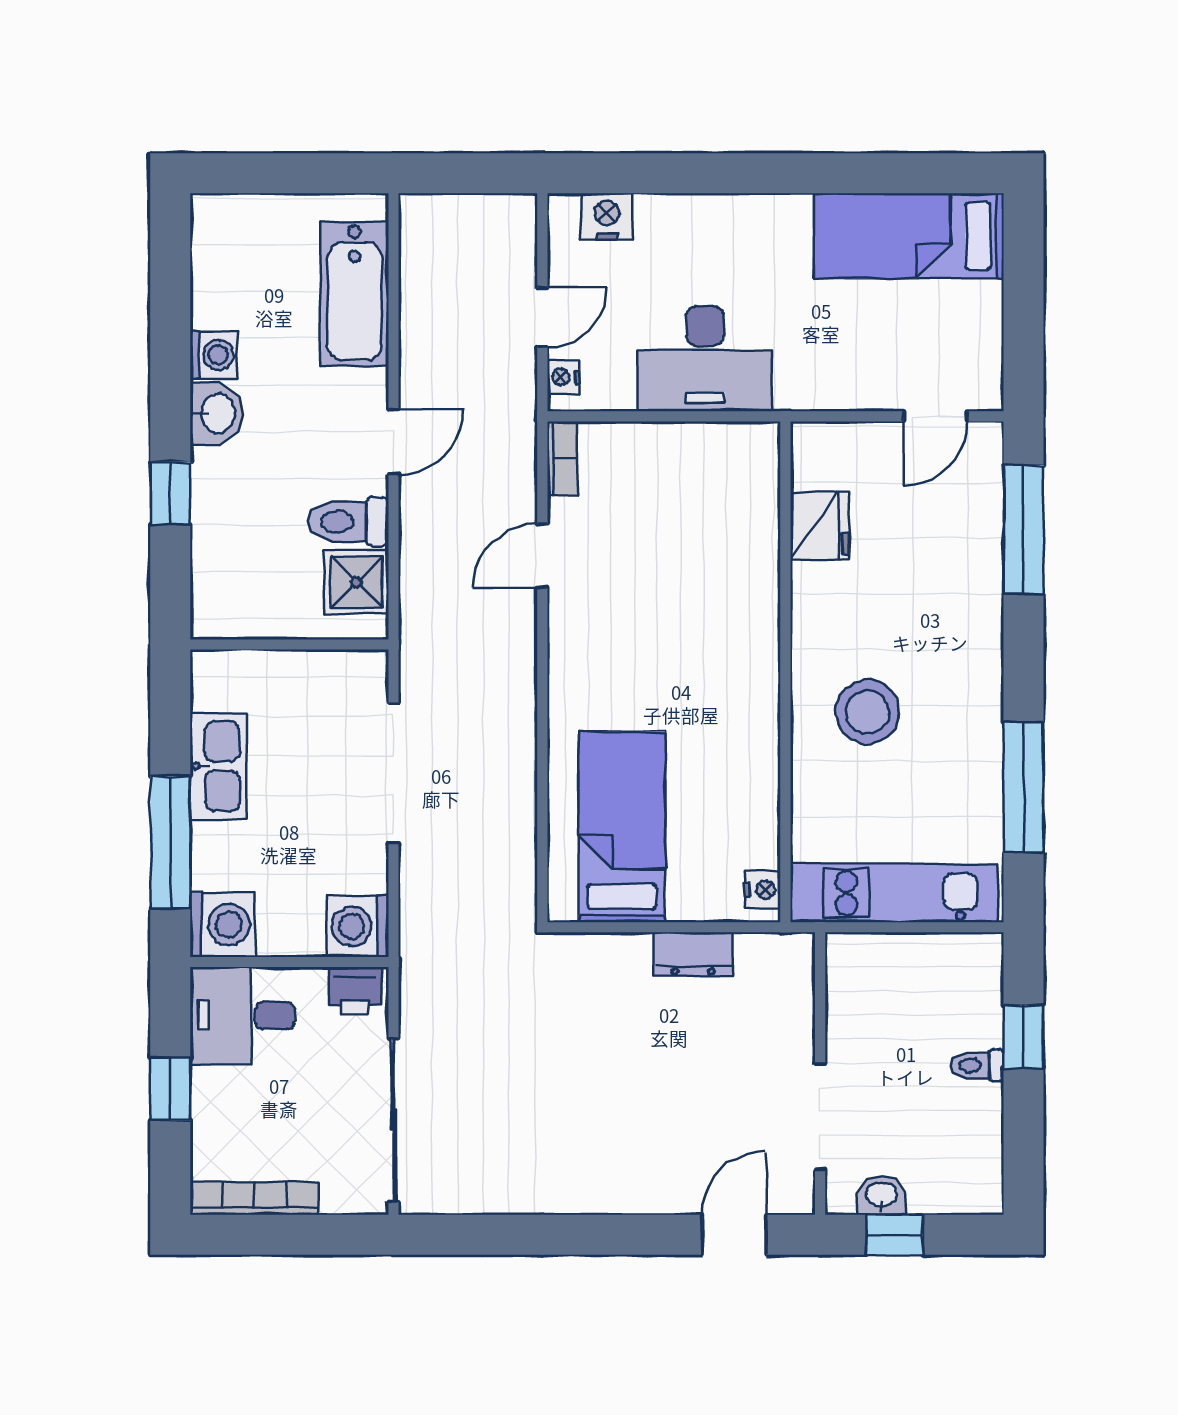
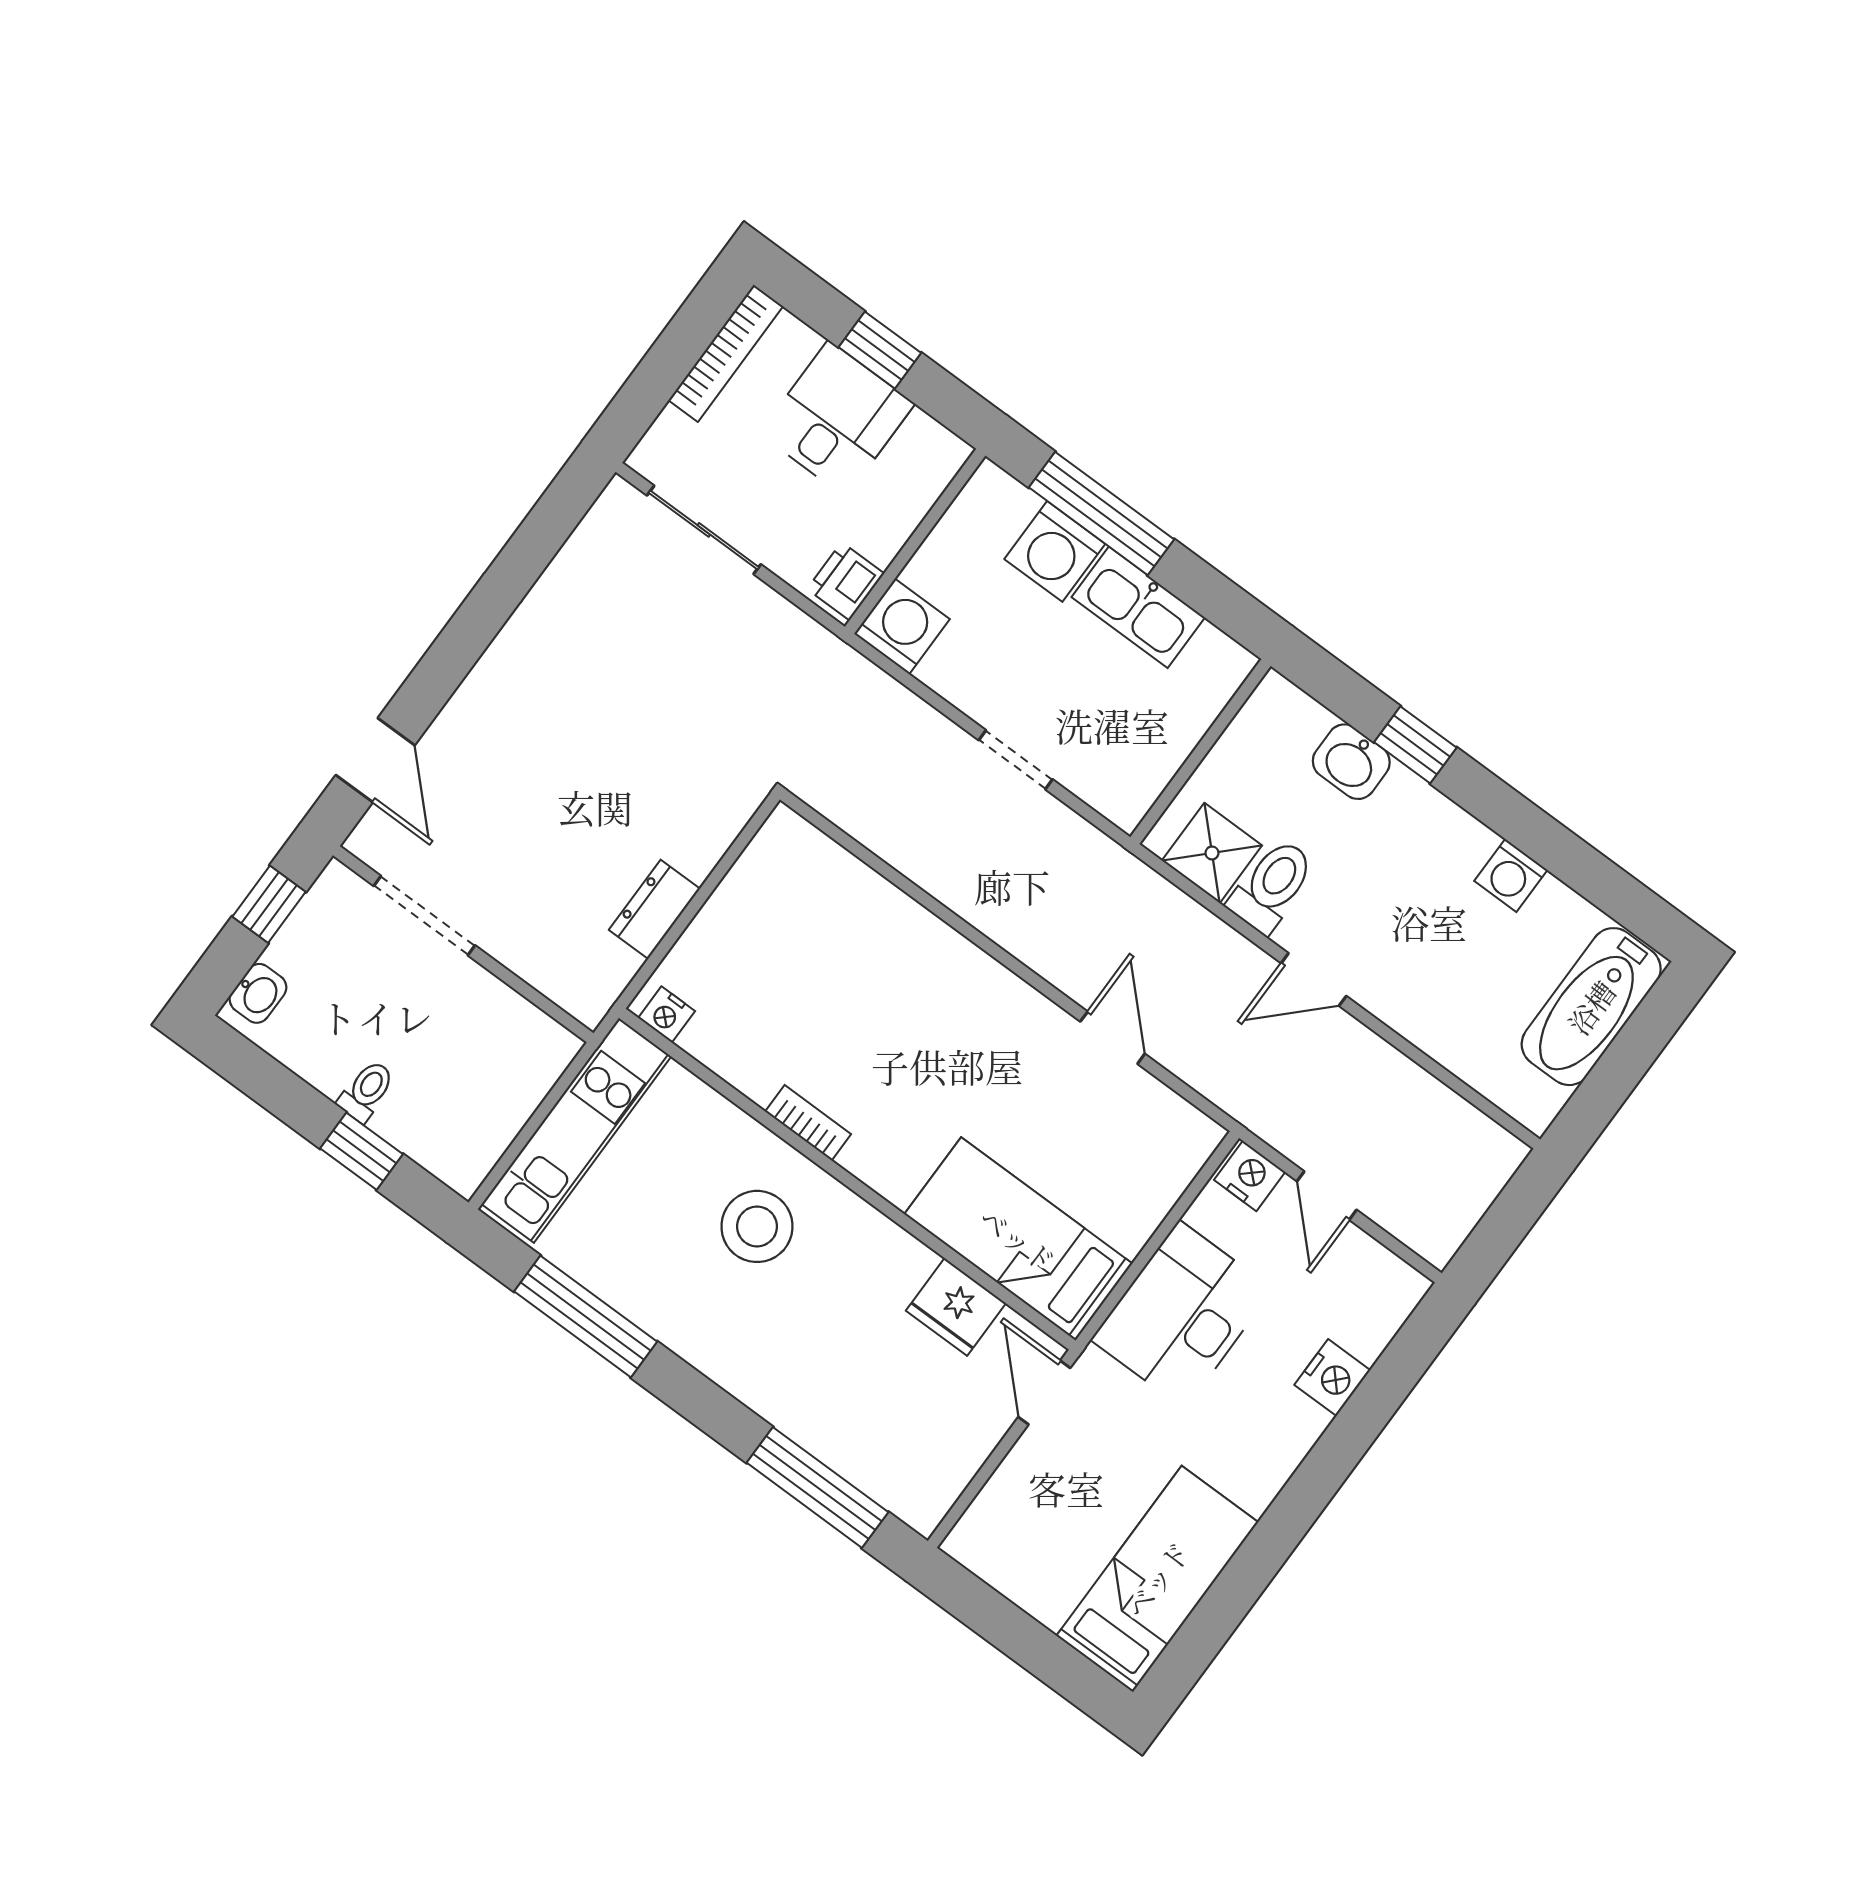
nightstand: (607, 217) -> (1332, 1378), moved
bathtub: (354, 294) -> (1591, 1007), moved, turned -90
nightstand: (563, 377) -> (1250, 1176), width x1.39, depth x1.35
washbasin: (216, 414) -> (1351, 762), moved
door: (935, 416) -> (1044, 1392), moved
door: (394, 442) -> (1314, 980), hinge flipped
bookcase: (562, 458) -> (808, 1123), moved, turned 180
doorway: (394, 773) -> (1016, 760), width x0.53
bed: (622, 827) -> (1018, 1239), moved, turned 180
washing machine: (223, 925) -> (1055, 551), moved
desk: (243, 1016) -> (837, 419), moved
sliding door: (394, 1120) -> (704, 530), width x0.73
washbasin: (881, 1195) -> (258, 993), moved

